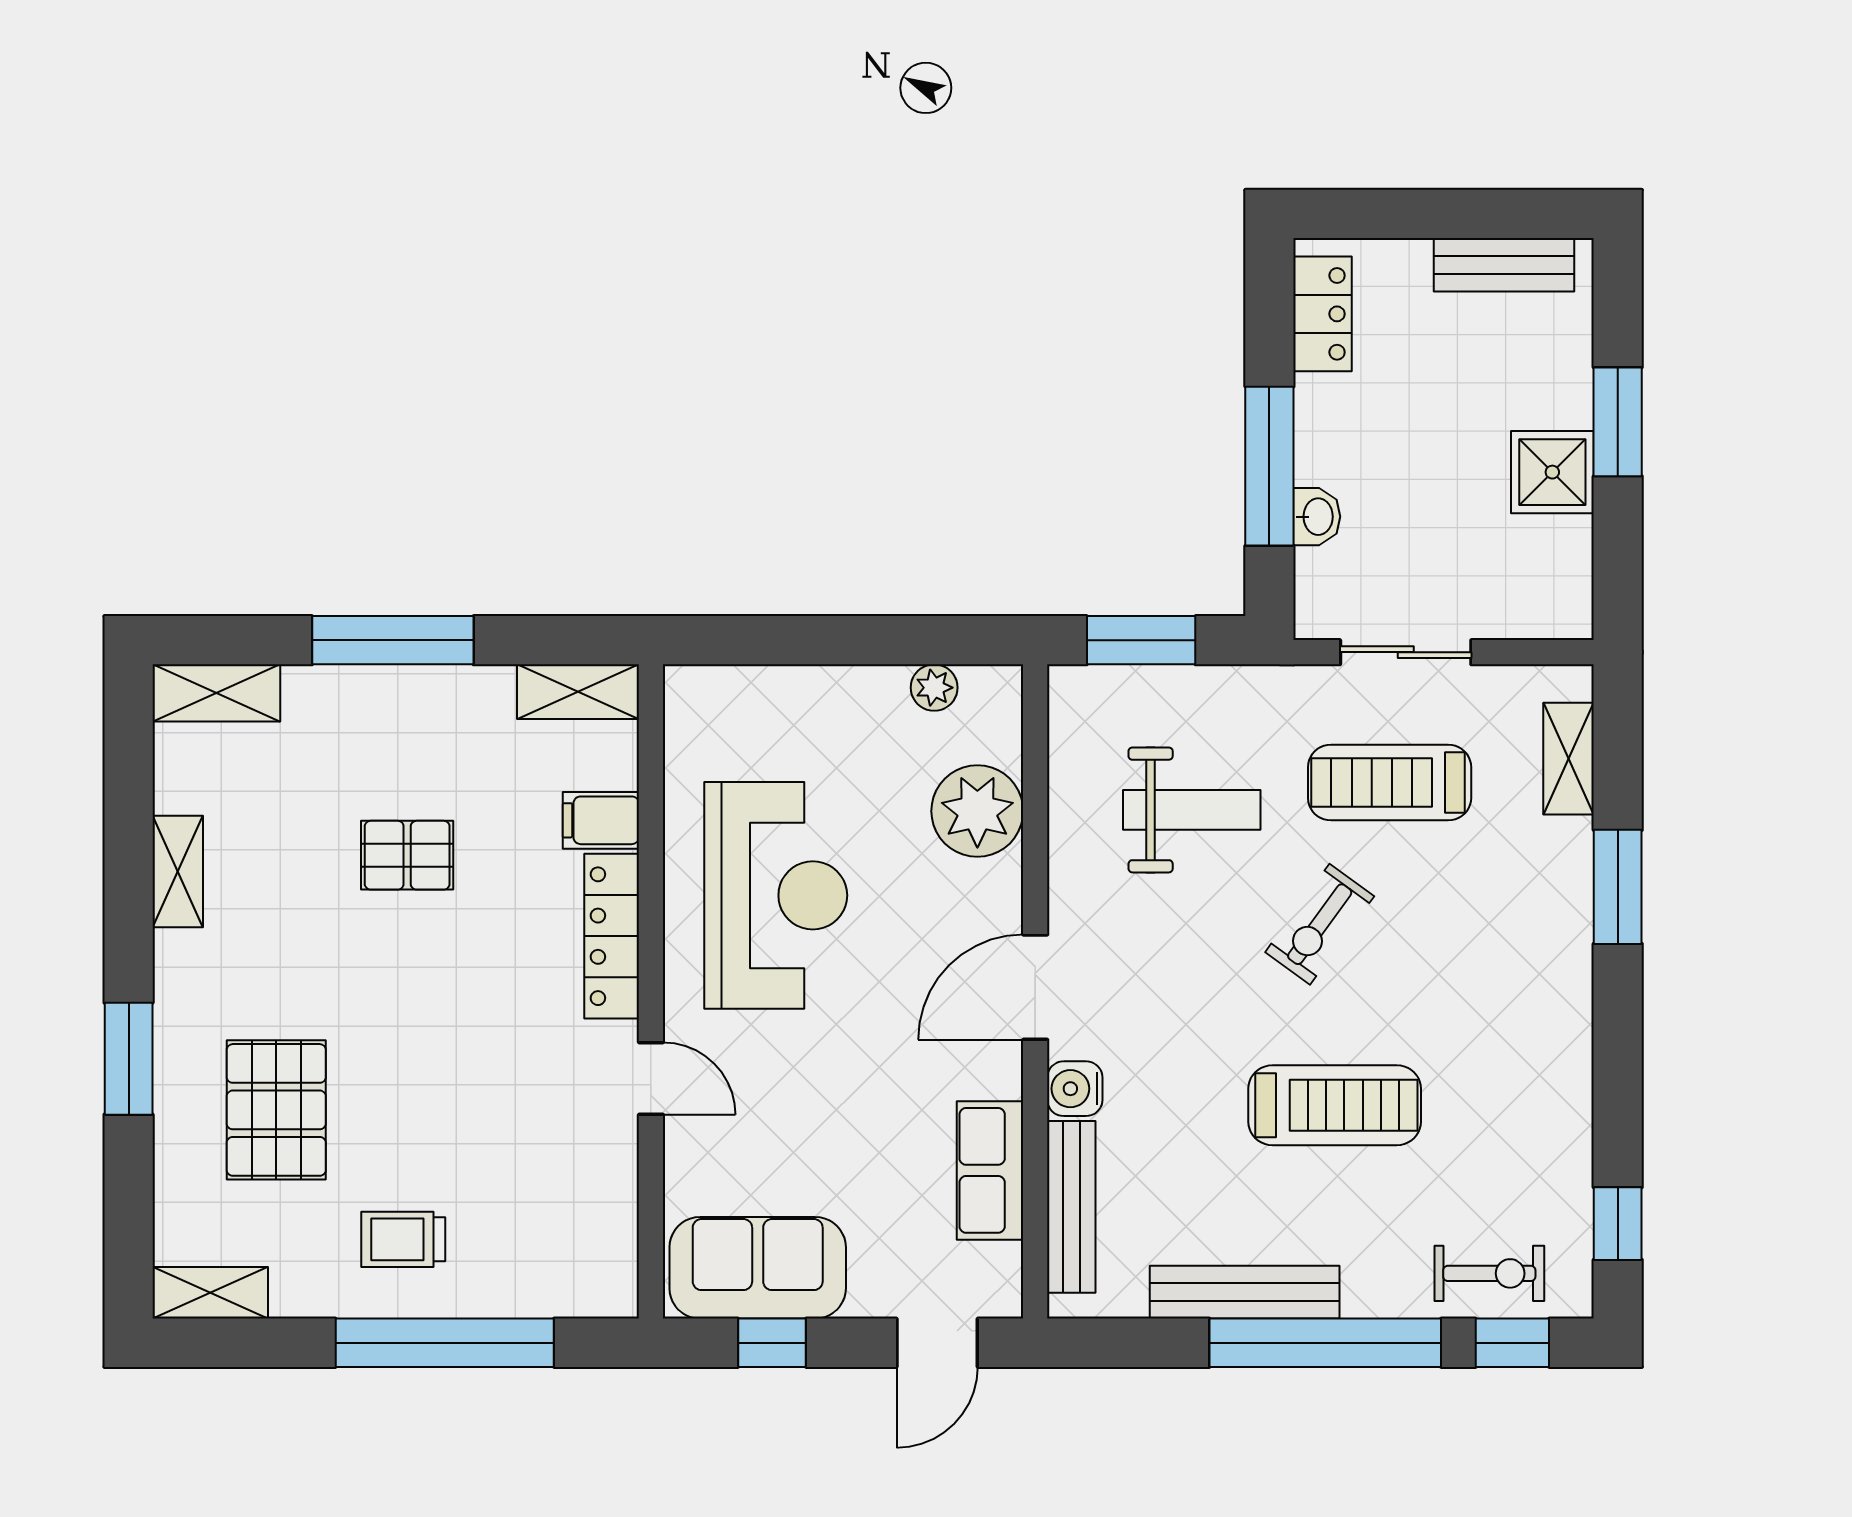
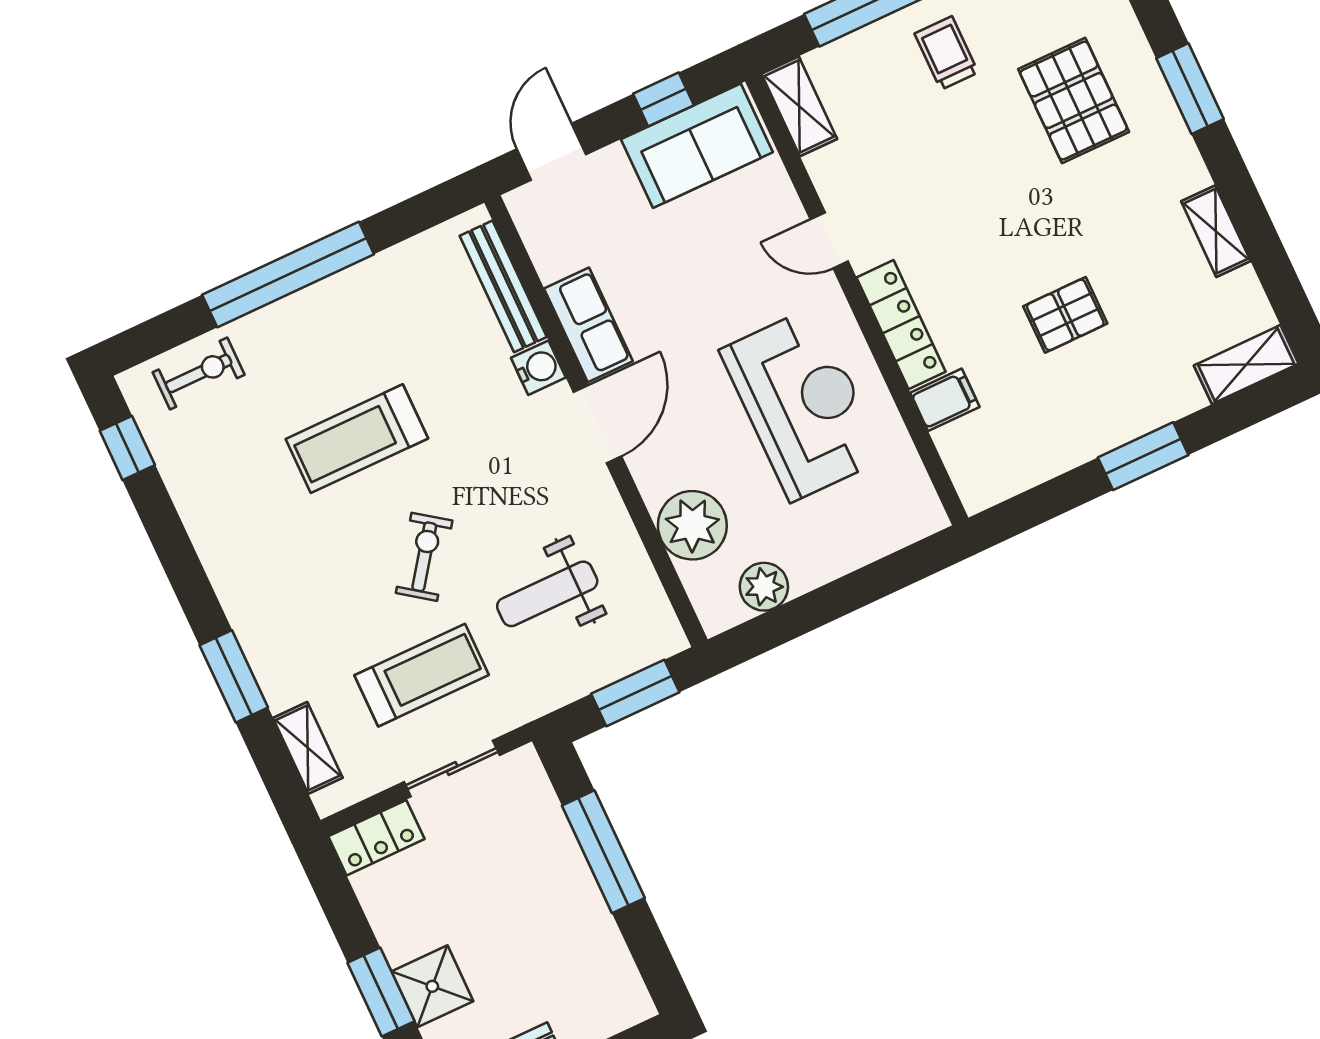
locker: (1322, 314) -> (376, 838), moved, turned -90
shower: (1552, 472) -> (432, 986), moved
washbasin: (1317, 517) -> (555, 832), removed
window: (393, 640) -> (1143, 456), width x0.69
plant: (934, 688) -> (764, 587), width x1.38, depth x1.38
shelving: (578, 692) -> (799, 106), moved, turned 90
reception desk: (776, 895) -> (803, 404), turned 180
row of seats: (990, 1170) -> (588, 325), moved
trolley: (403, 1239) -> (946, 53), turned -90
exercise bike: (1489, 1273) -> (199, 373), turned 180
bench: (1245, 1292) -> (359, 283), removed
window: (1512, 1343) -> (161, 334), removed

